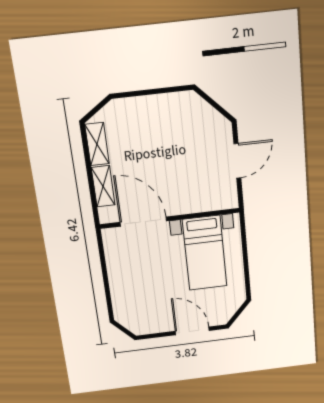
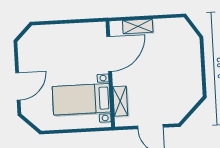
shelving: (97, 144) -> (120, 101), moved, turned 90

